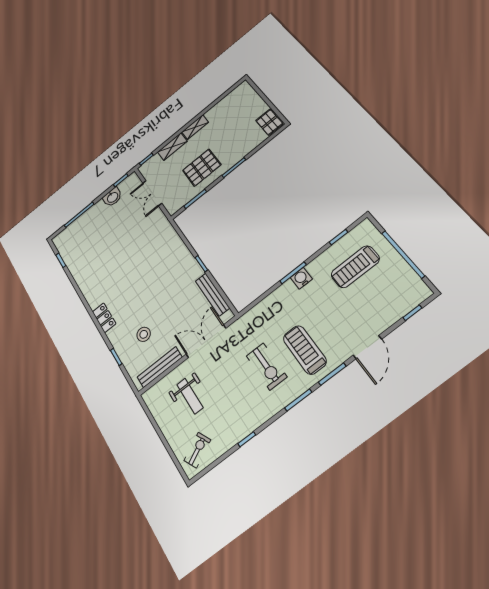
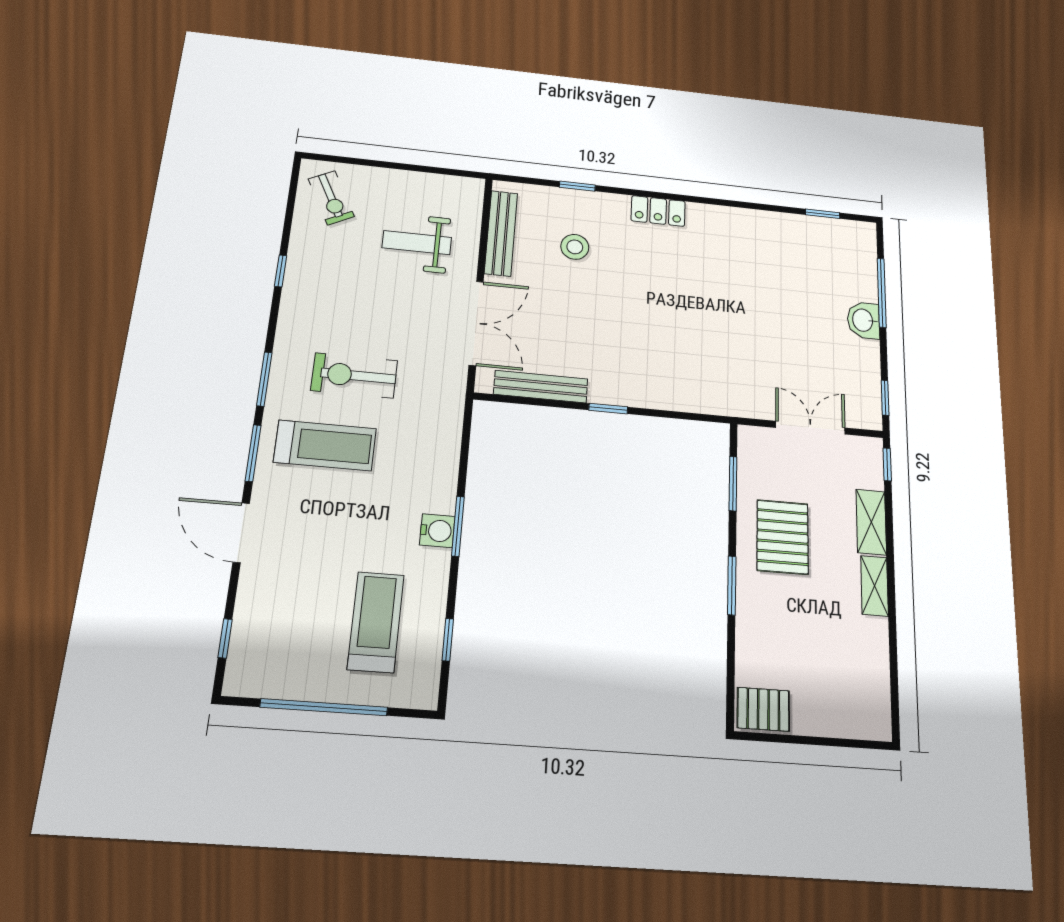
washbasin: (112, 197) -> (864, 320), moved

